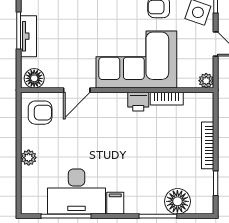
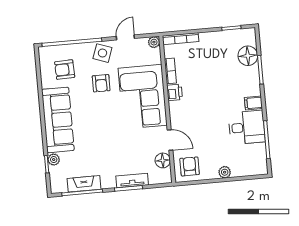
floor lamp: (34, 78) -> (163, 160), moved
bookcase: (208, 145) -> (180, 39), moved
desk: (77, 192) -> (247, 127), width x0.73

